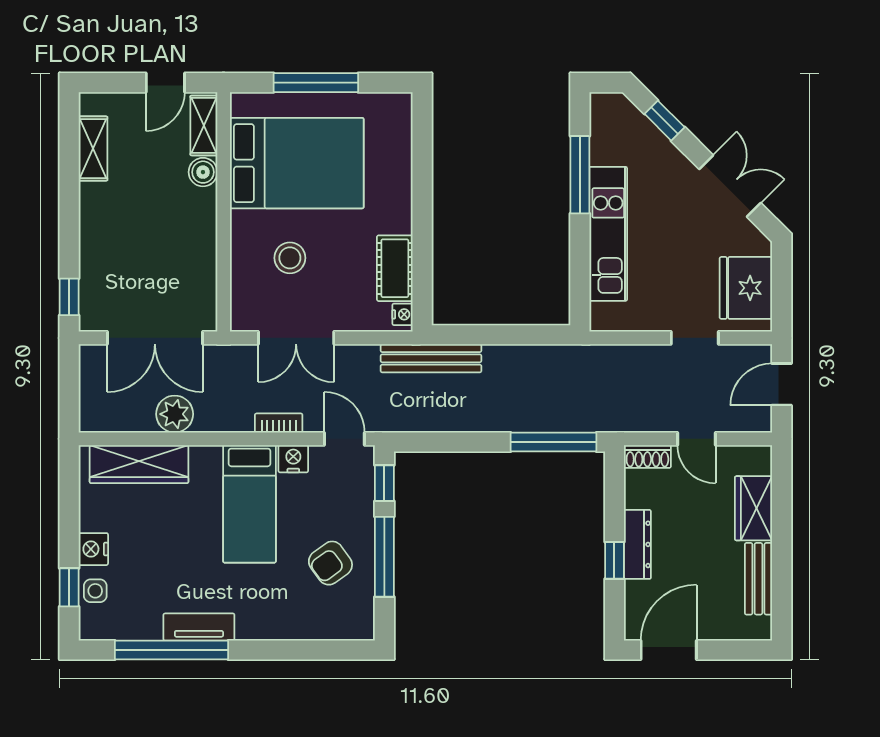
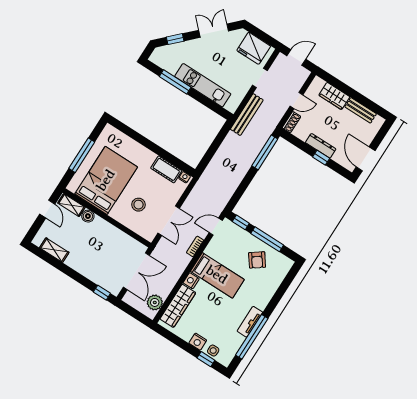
bench: (431, 358) -> (247, 115), moved
door: (782, 384) -> (296, 58), swing flipped
plant: (175, 414) -> (155, 302), moved
nightstand: (293, 459) -> (191, 281), moved

